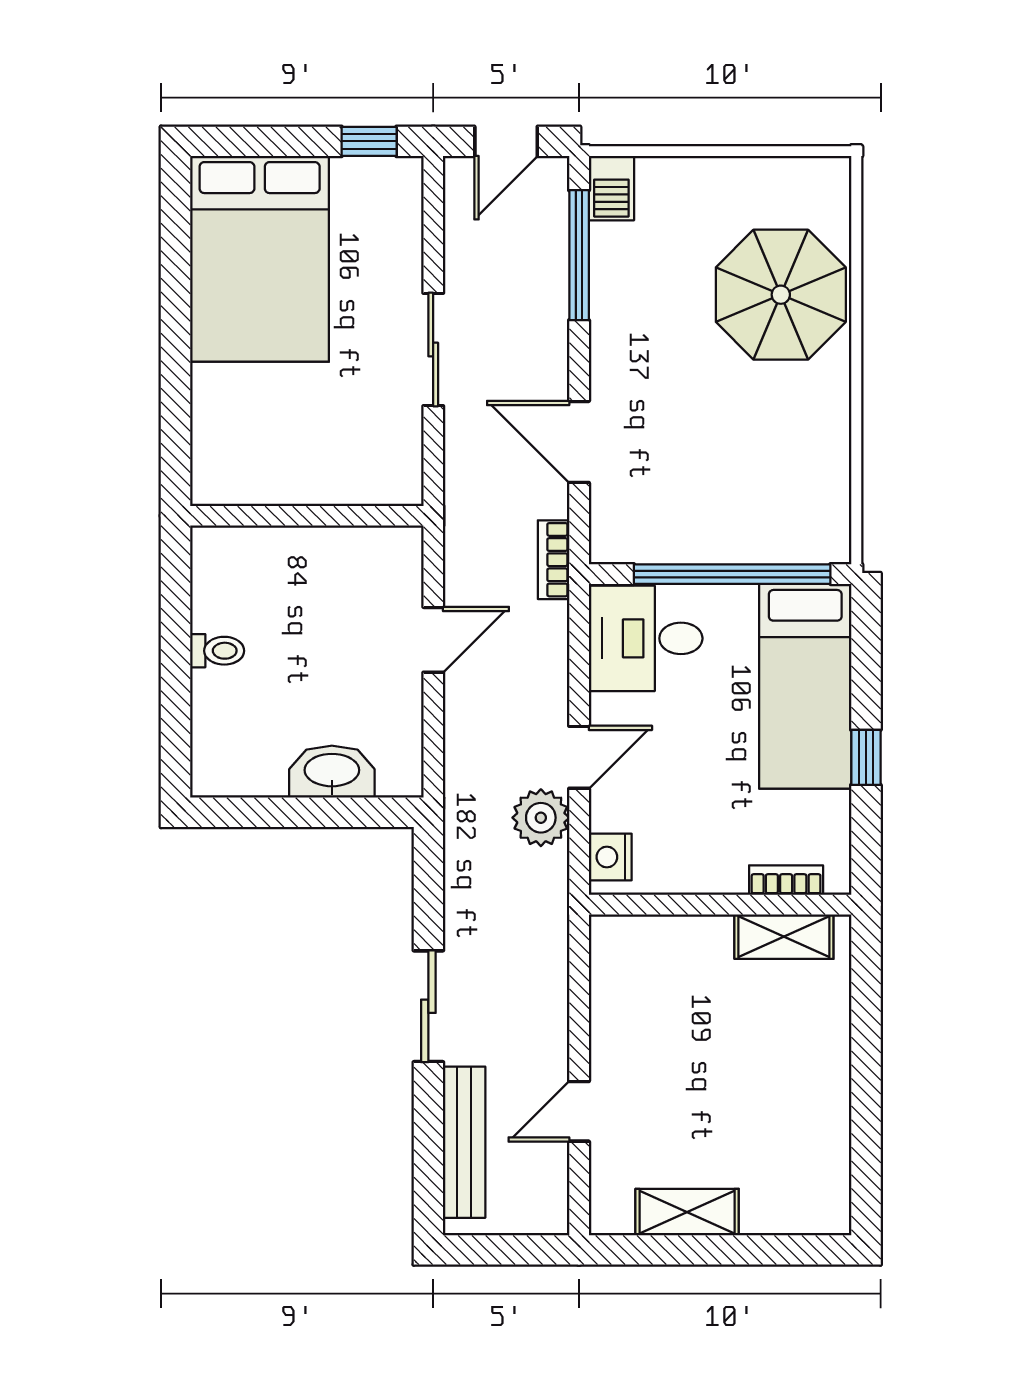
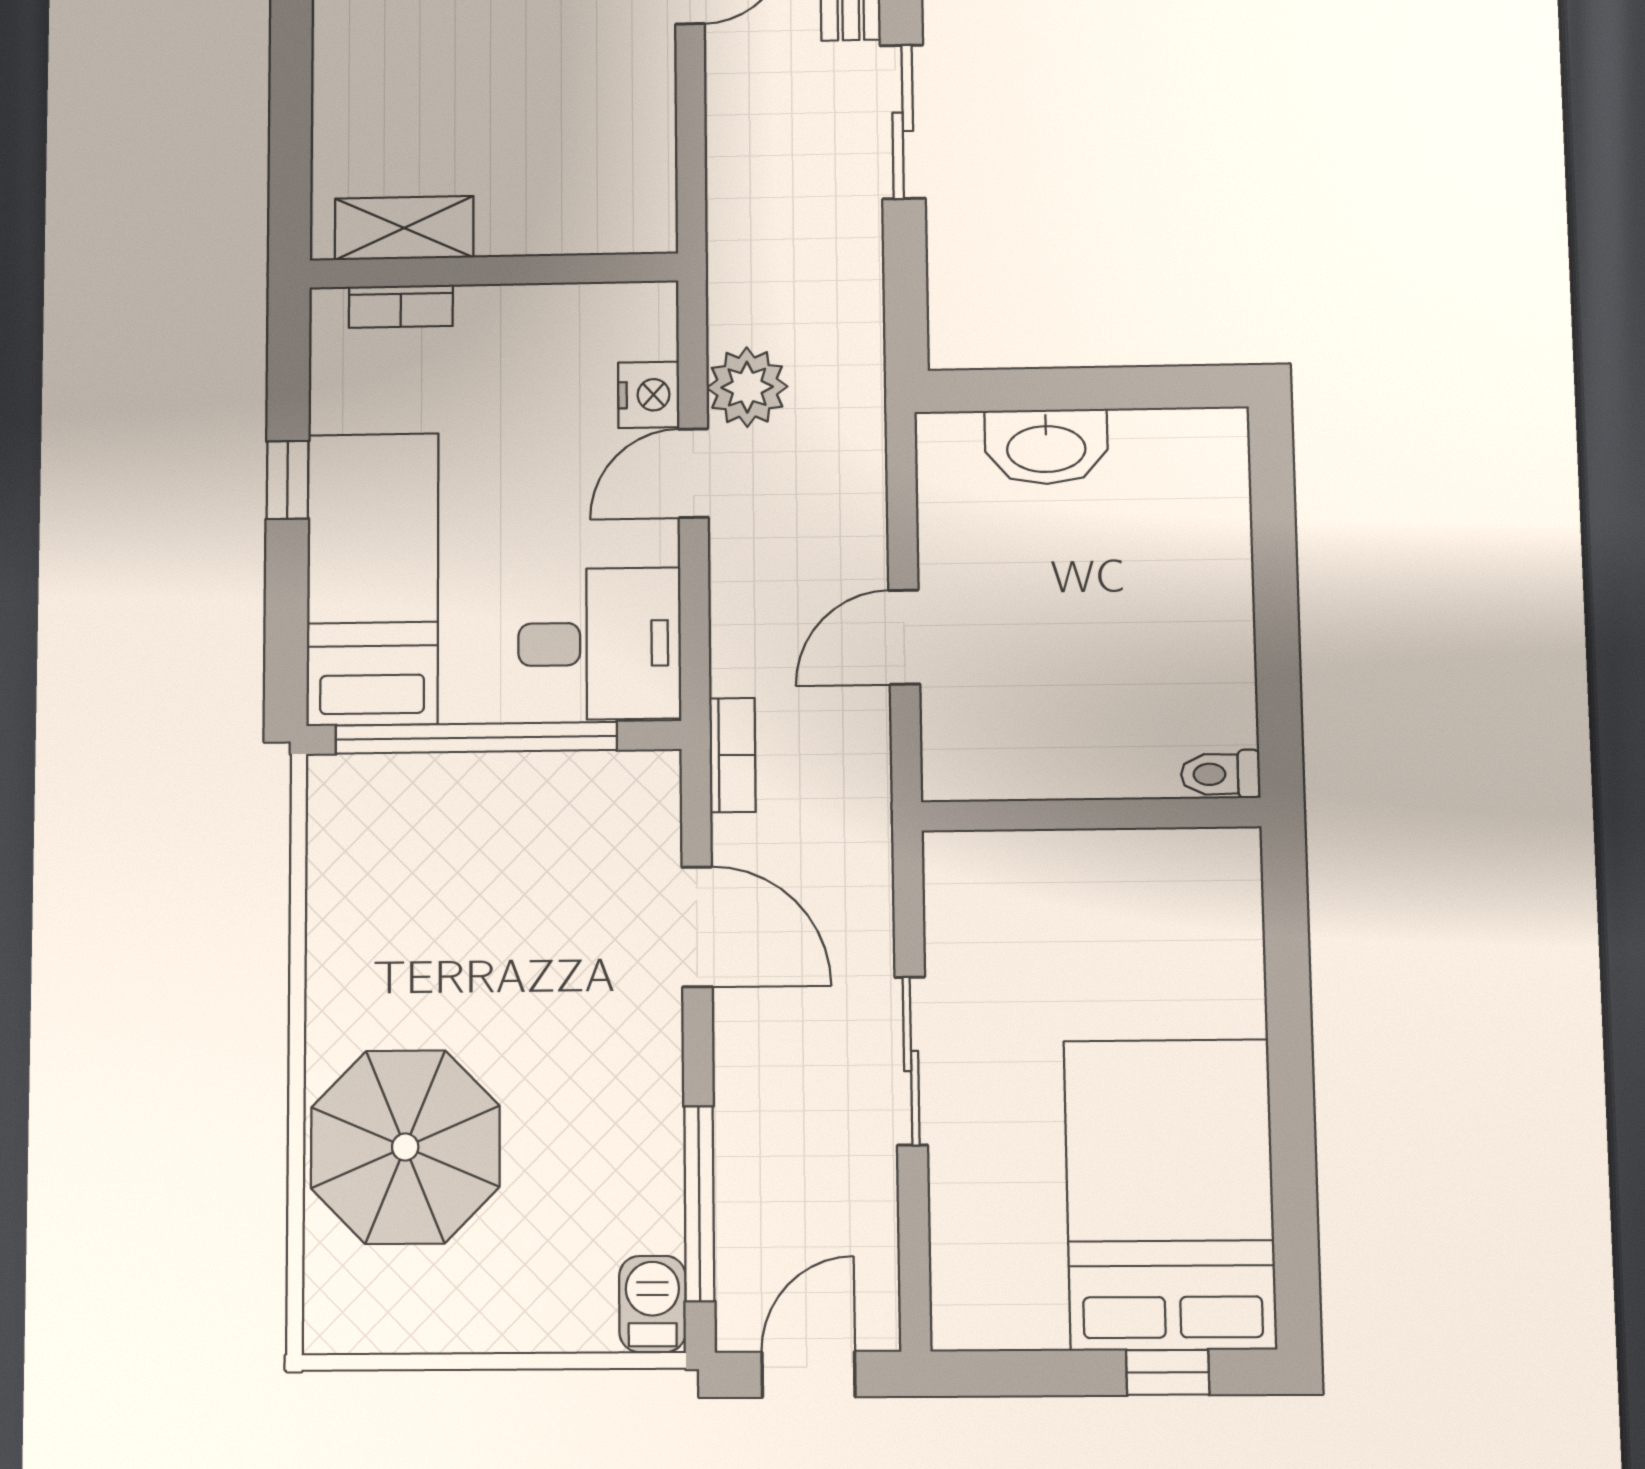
window: (369, 141) -> (1168, 1372), moved
toilet: (217, 651) -> (1221, 774), moved
nightstand: (610, 857) -> (649, 395), moved

